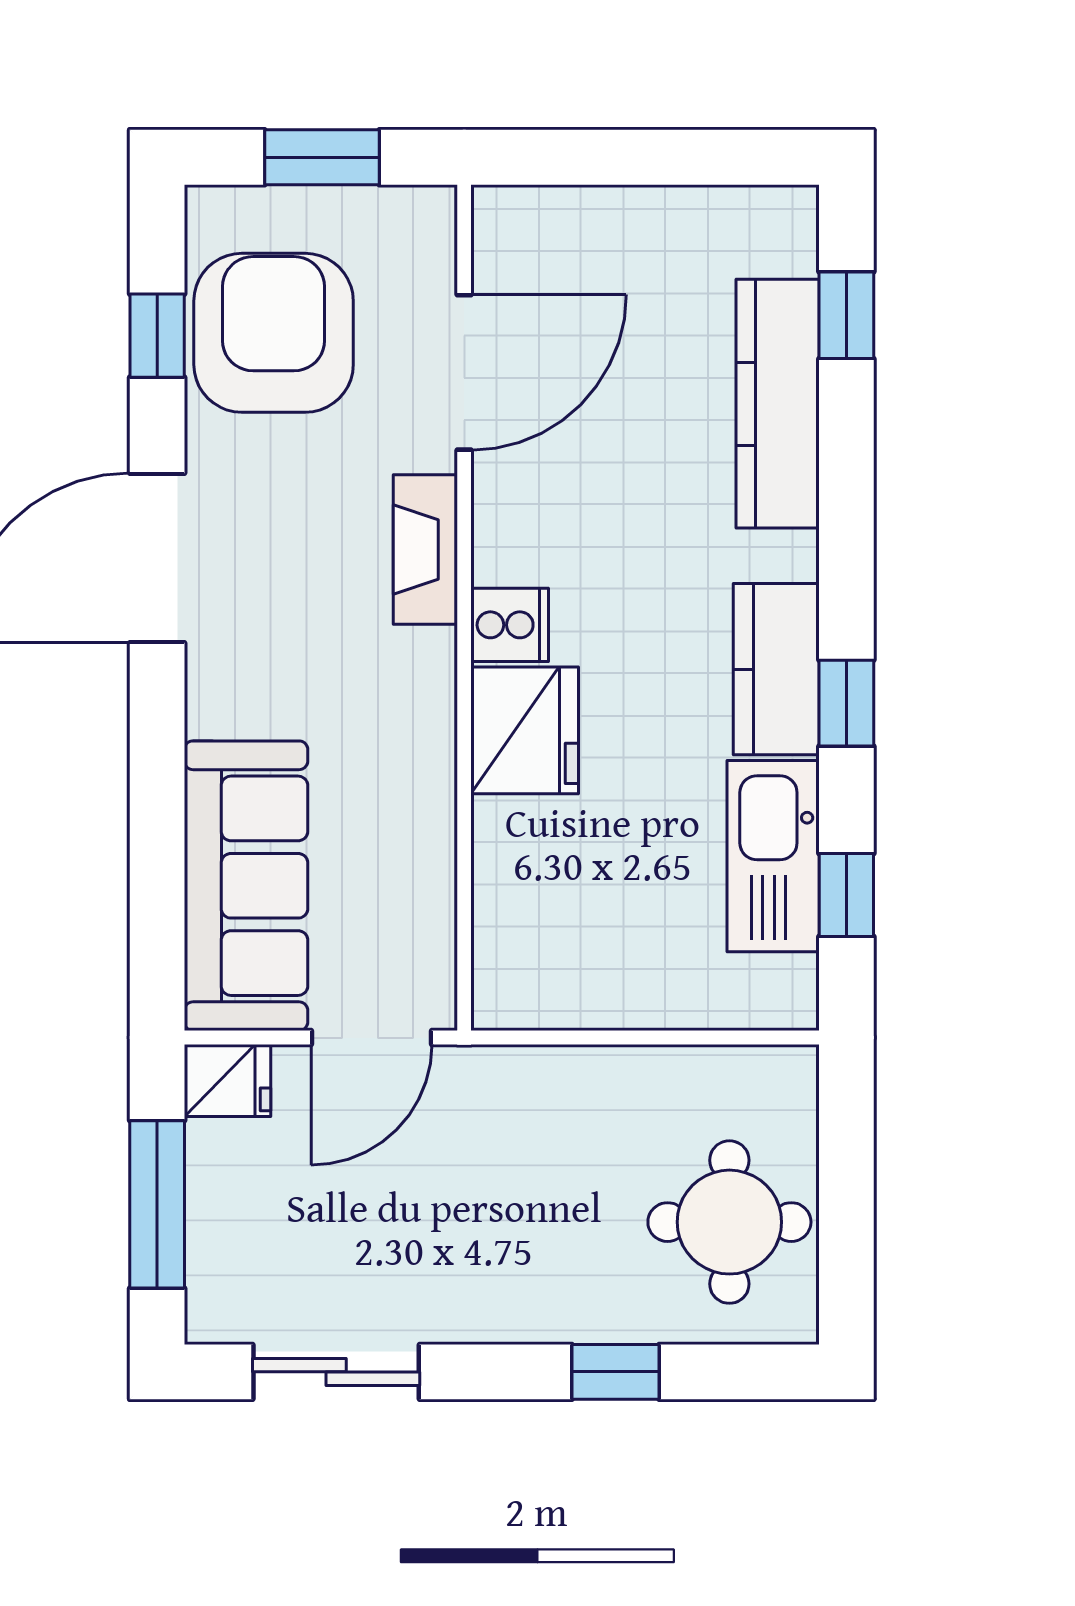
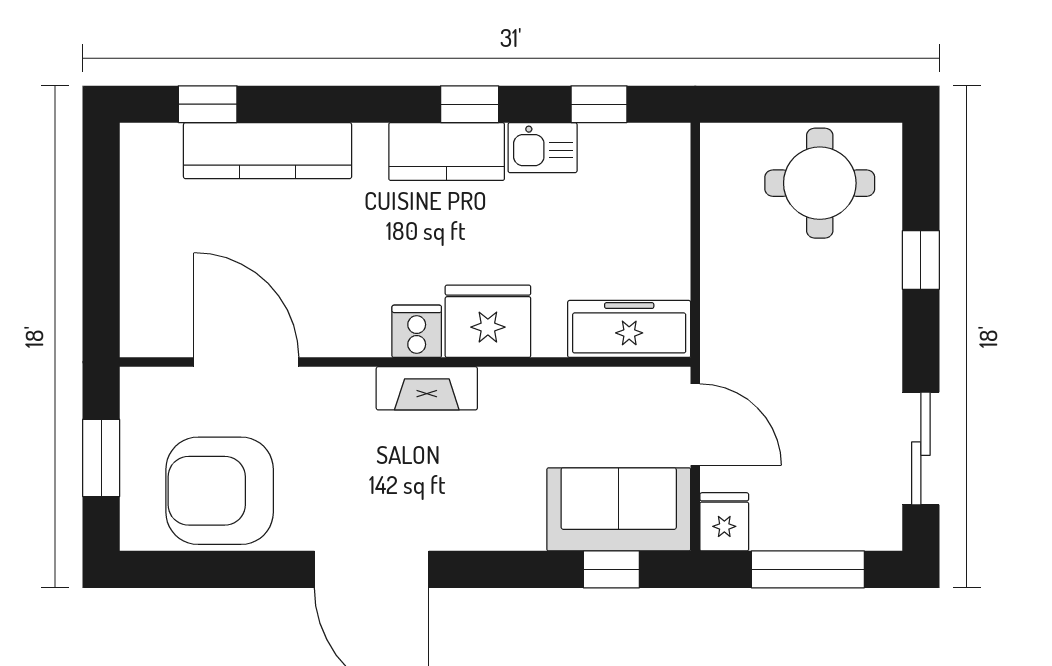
window: (157, 336) -> (611, 569), moved
fireplace: (425, 549) -> (427, 388), moved
kitchen sink: (773, 856) -> (543, 148), width x0.53, depth x0.81
sofa: (246, 886) -> (619, 509), width x0.73
freezer: (513, 940) -> (629, 329), added

